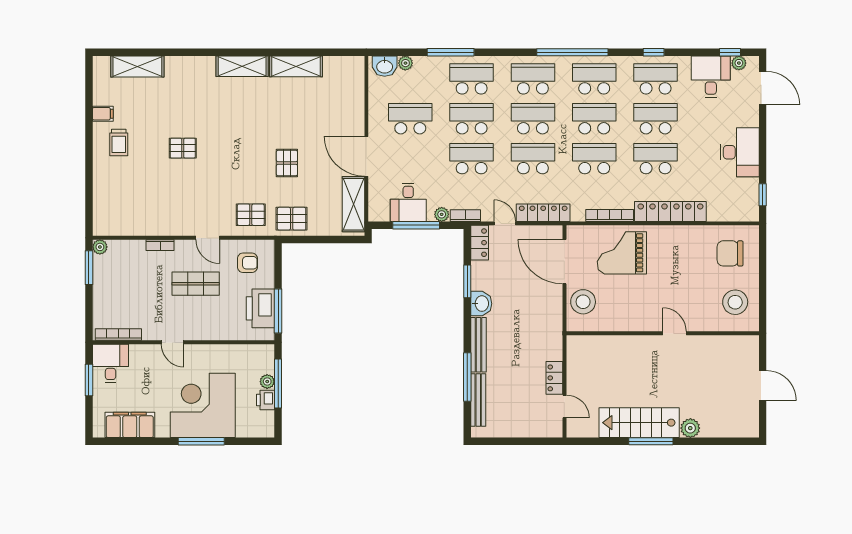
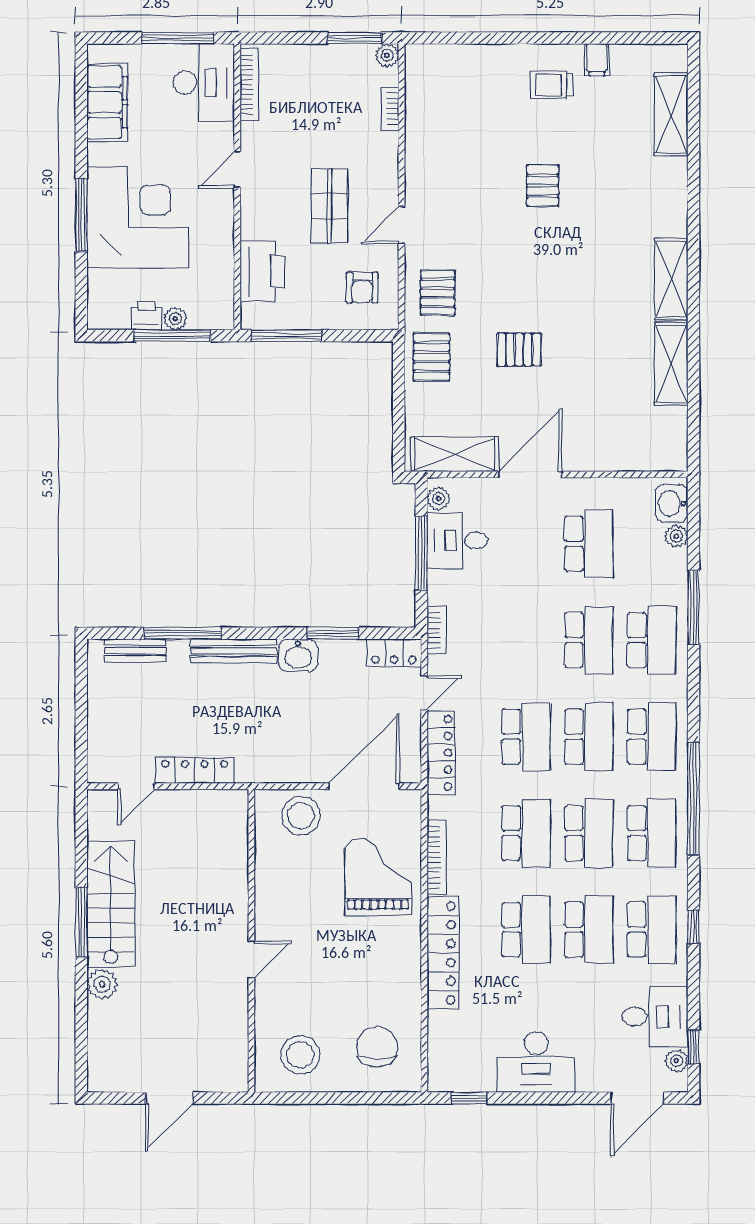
school desk: (472, 159) -> (526, 640), removed
plant: (442, 214) -> (438, 499), moved
bookcase: (160, 245) -> (390, 109), moved
printer: (260, 308) -> (262, 271), moved, turned 90
desk: (111, 363) -> (204, 83), width x1.37
locker: (554, 378) -> (195, 770), width x1.53
window: (89, 380) -> (178, 38), width x1.44
bench: (478, 400) -> (135, 651), width x0.73

